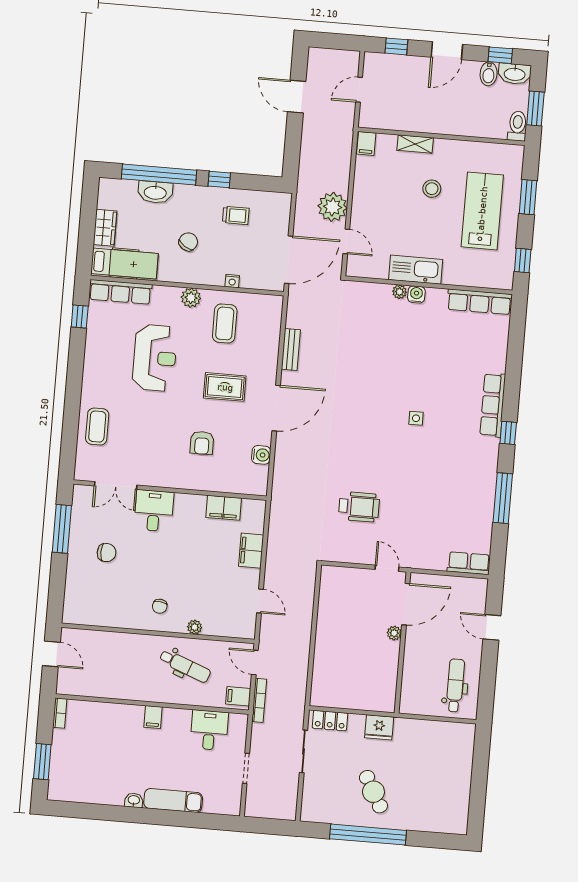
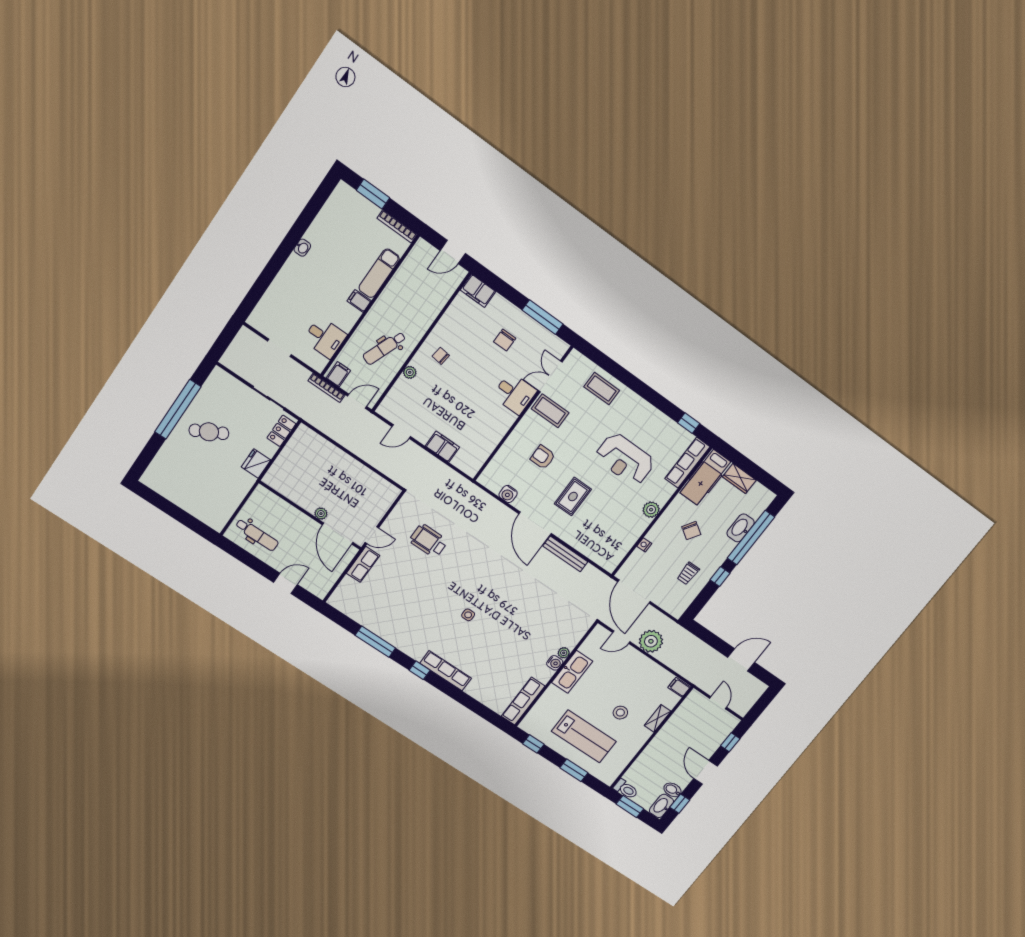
coffee table: (225, 323) -> (550, 411), moved
bench: (291, 350) -> (565, 554), width x1.36
wheelchair: (359, 507) -> (428, 541), turned 90
filing cabinet: (224, 508) -> (478, 291), moved, turned -90
row of seats: (469, 563) -> (363, 564), moved
bookcase: (60, 713) -> (397, 226), width x1.56
exam couch: (173, 800) -> (379, 273), moved, turned 180

